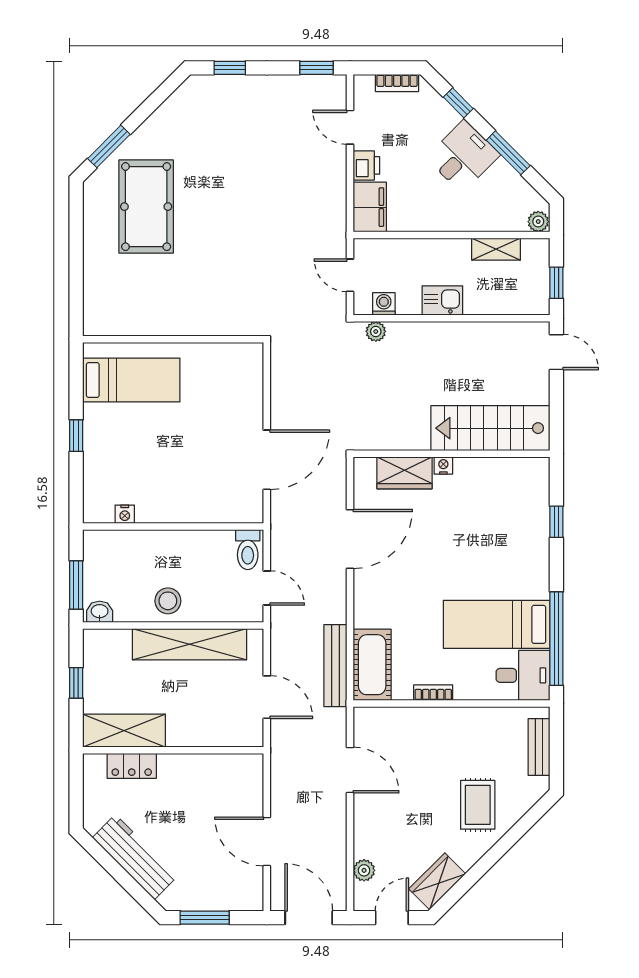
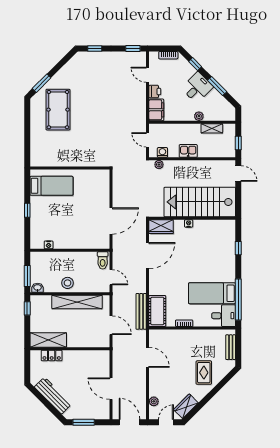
plant: (538, 222) -> (199, 116), moved
stairs: (490, 428) -> (200, 202), width x1.36, depth x1.51
wardrobe: (404, 473) -> (161, 227), moved
window: (76, 683) -> (27, 308), moved

